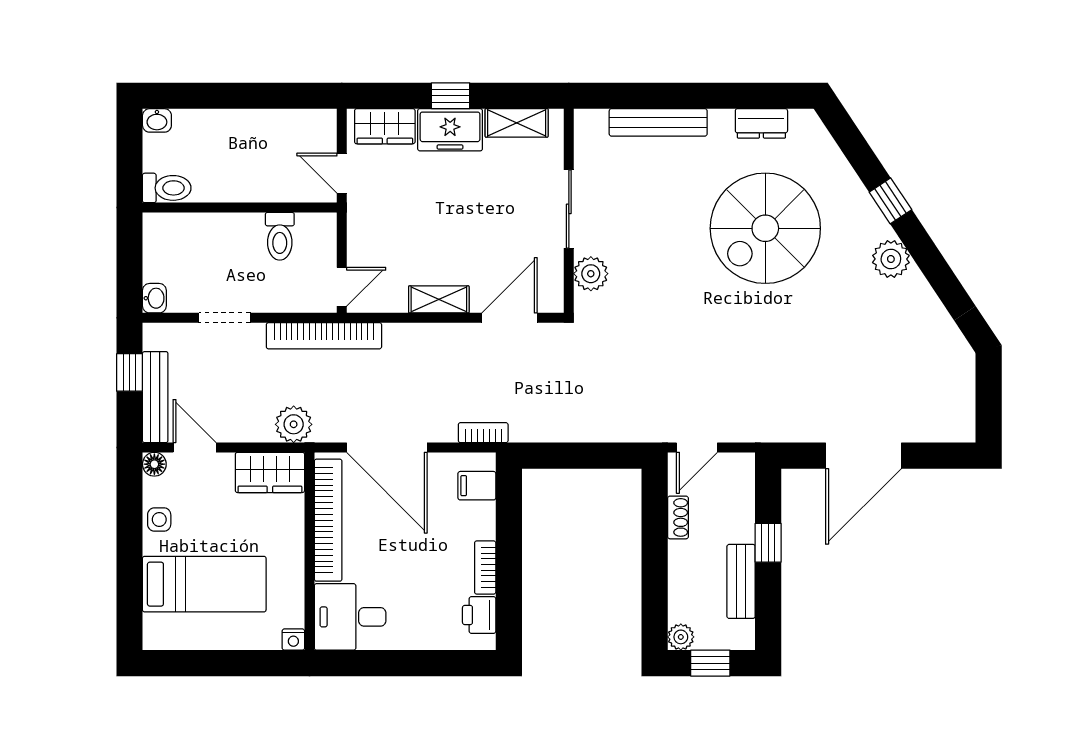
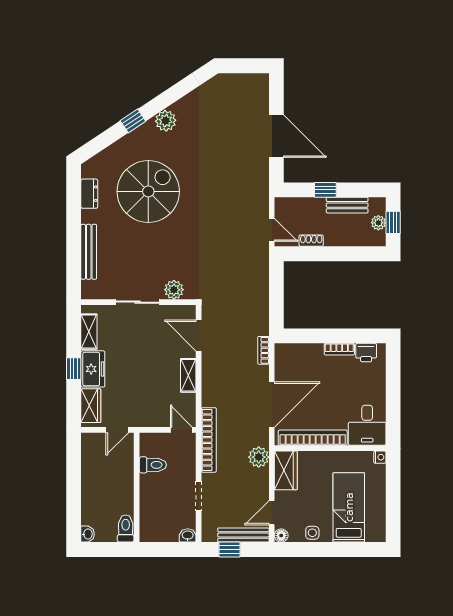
spiral stairs: (765, 228) -> (148, 191), turned -90
filing cabinet: (477, 486) -> (293, 354), removed
plant: (681, 637) -> (378, 223), moved

